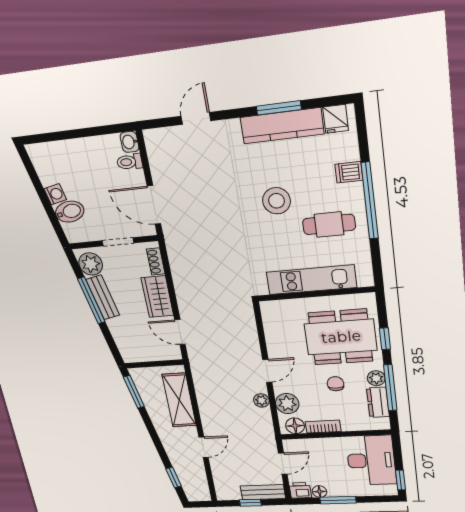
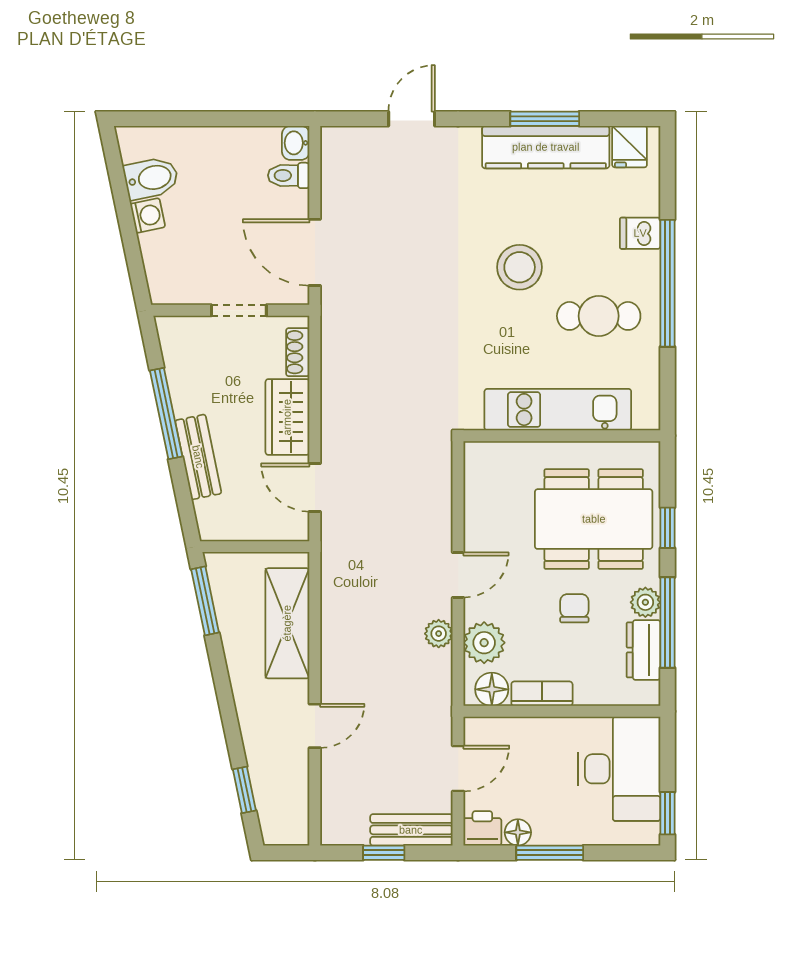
bidet: (70, 212) -> (151, 178), moved
plant: (91, 264) -> (181, 346), removed
bench: (103, 297) -> (198, 457), moved

